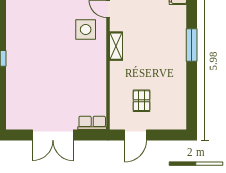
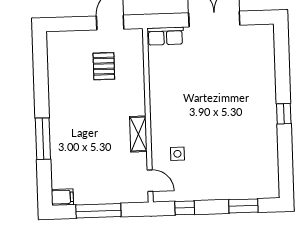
side table: (86, 29) -> (177, 154), width x0.54, depth x0.54

